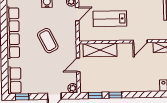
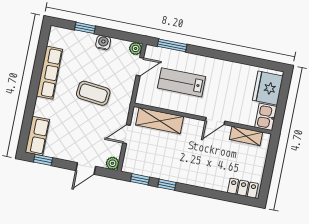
row of seats: (13, 33) -> (49, 73), width x0.73
coffee table: (48, 41) -> (93, 93), turned -57

